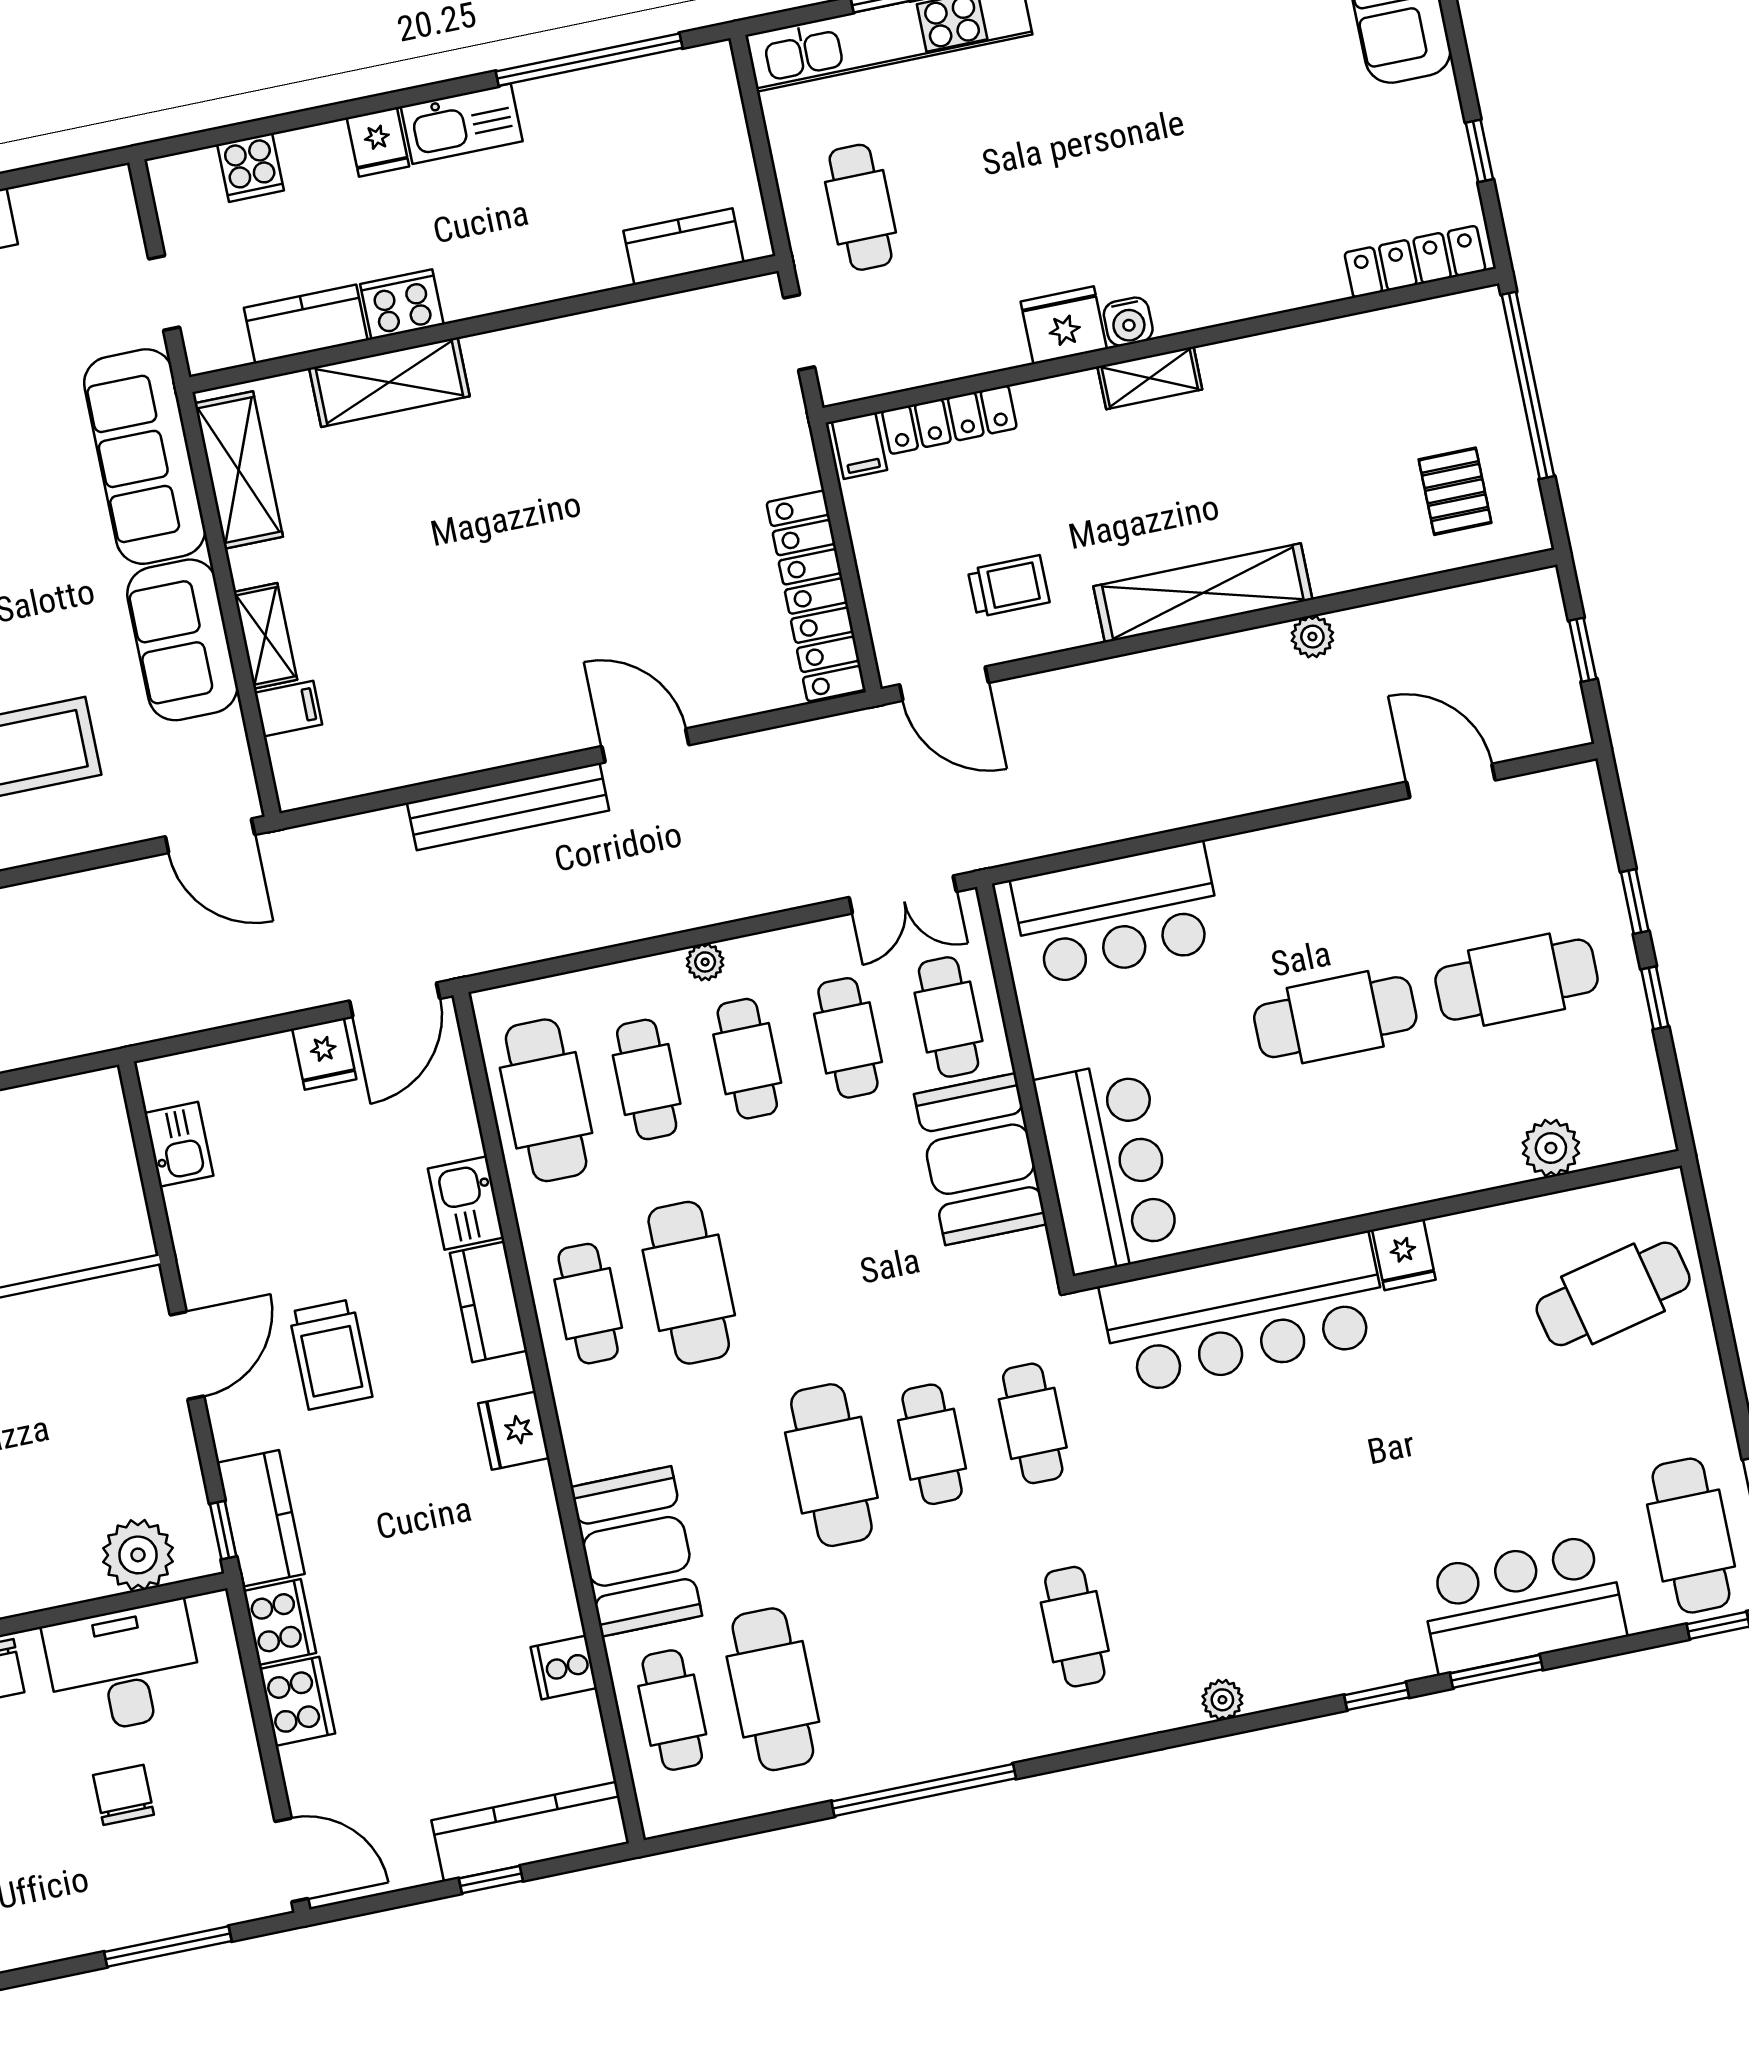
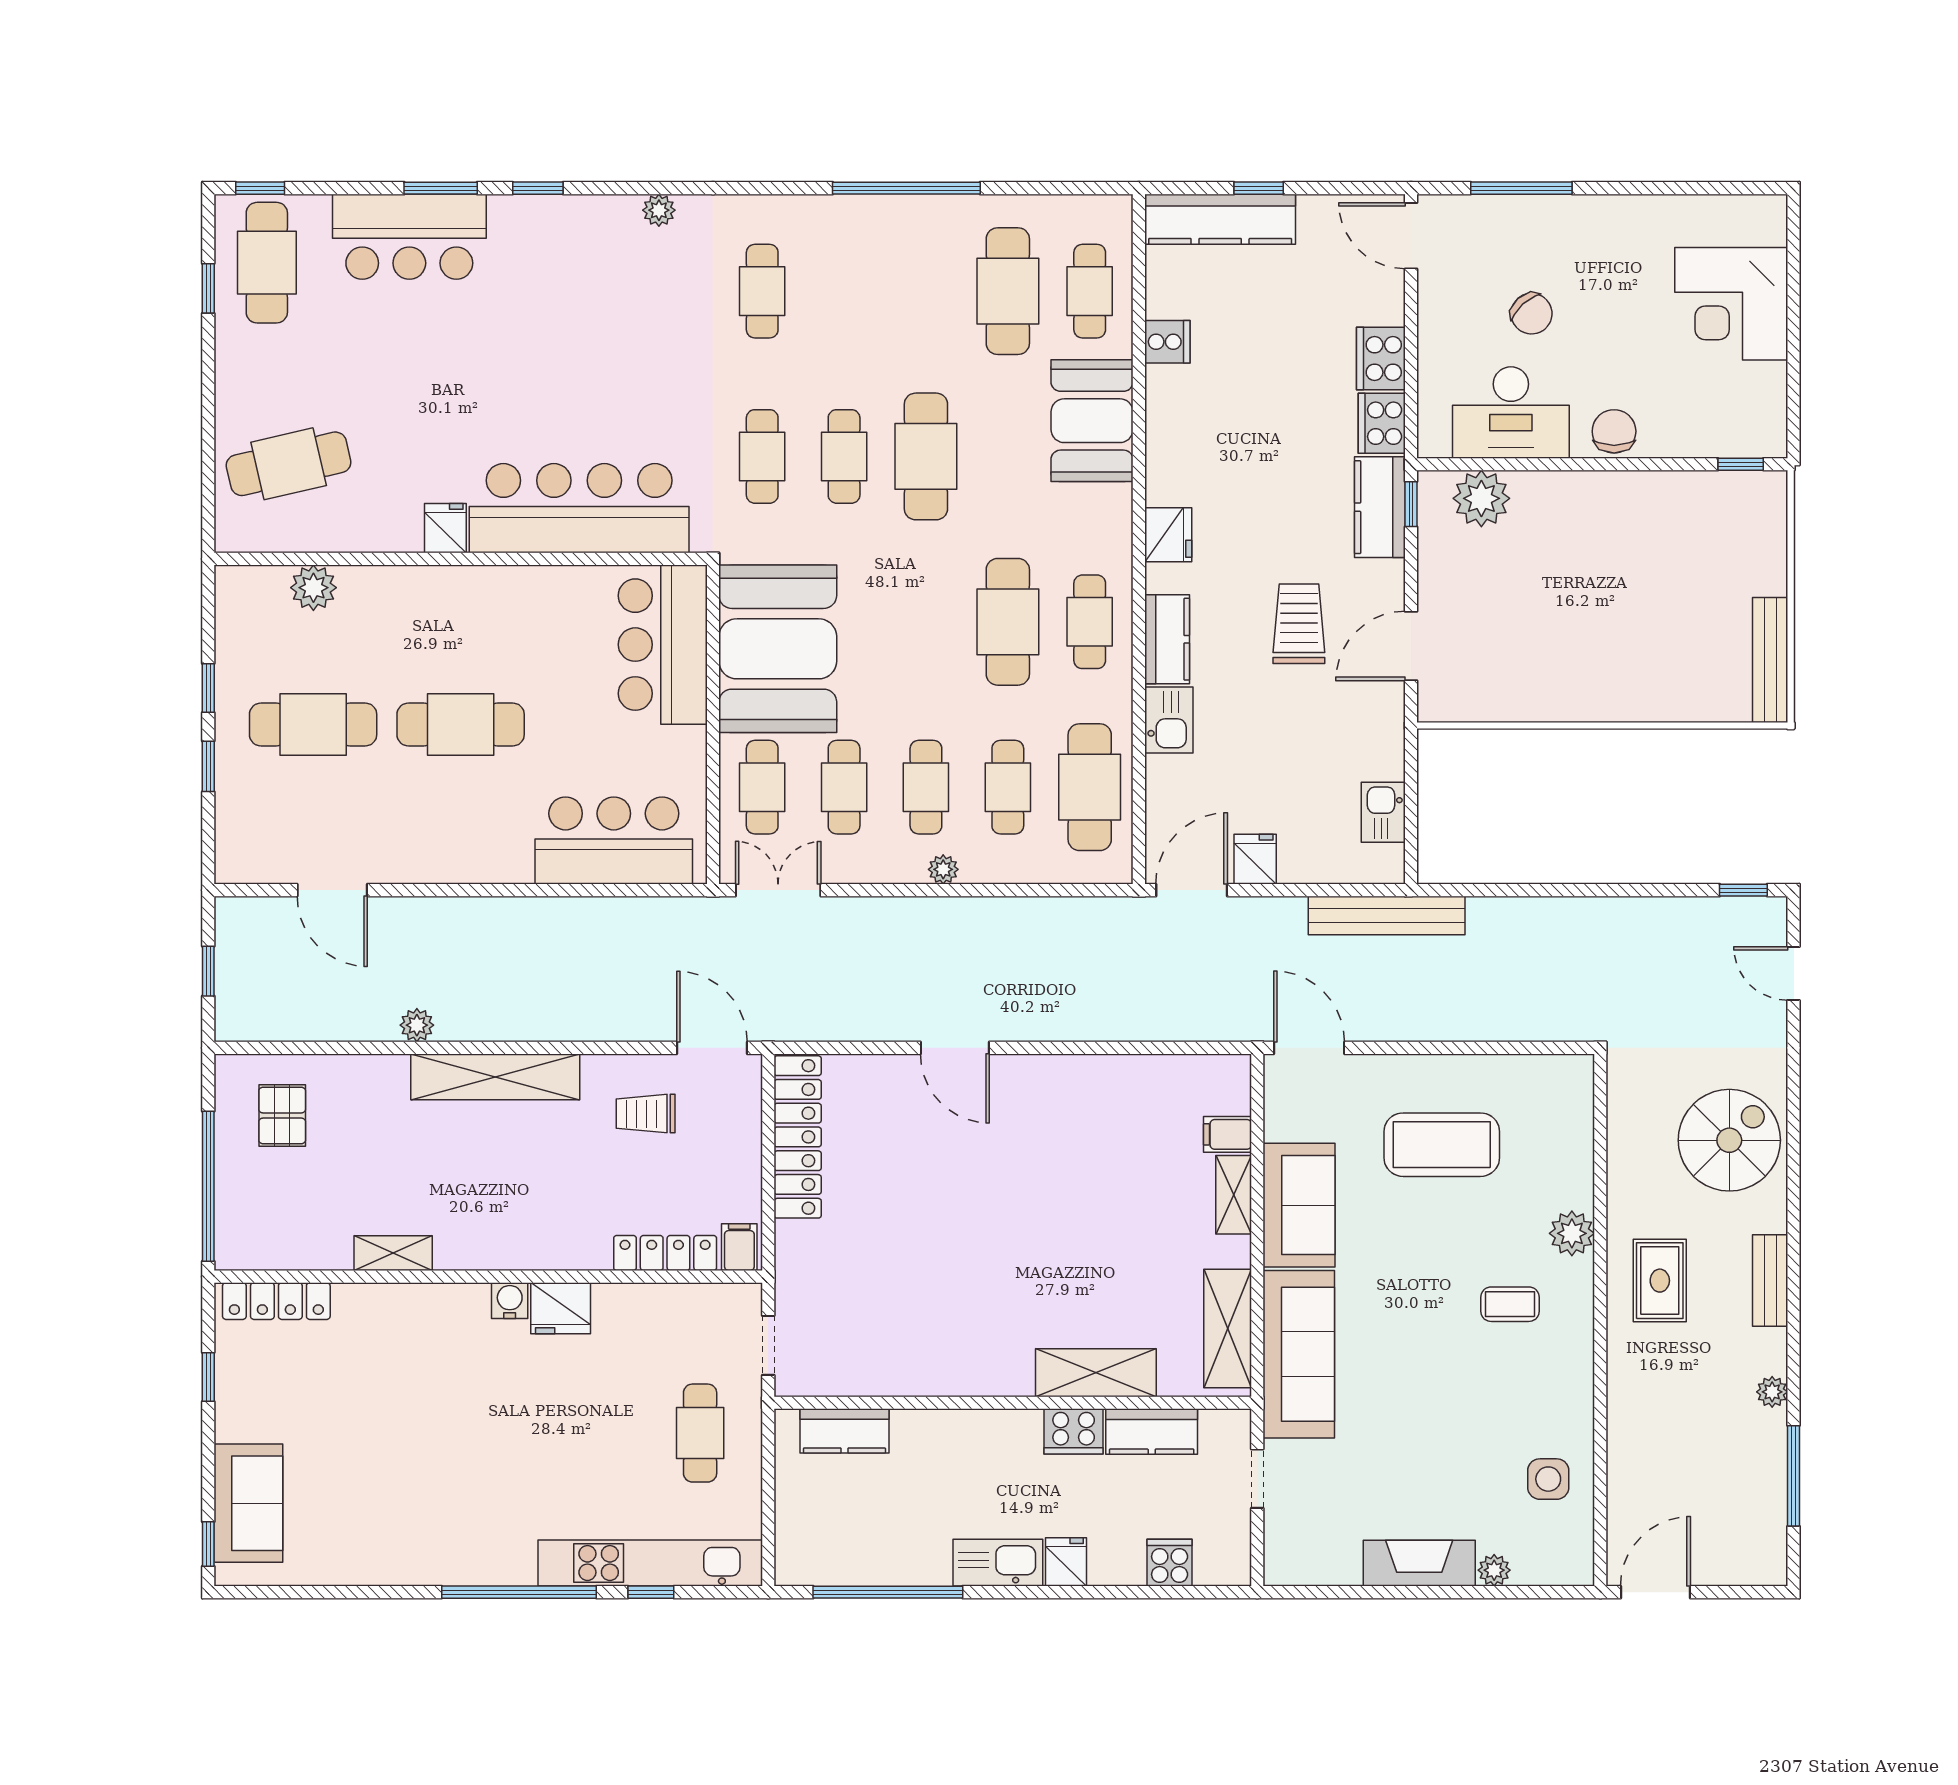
shelving: (1150, 378) -> (393, 1253), moved
bench: (508, 807) -> (1387, 916), moved
booth: (981, 1159) -> (778, 649), width x1.36, depth x1.42
chair: (123, 1795) -> (1532, 314), turned -42

